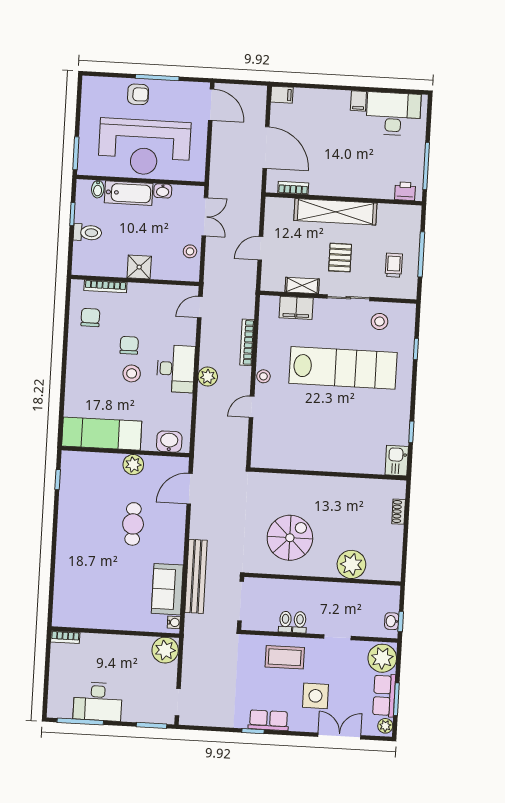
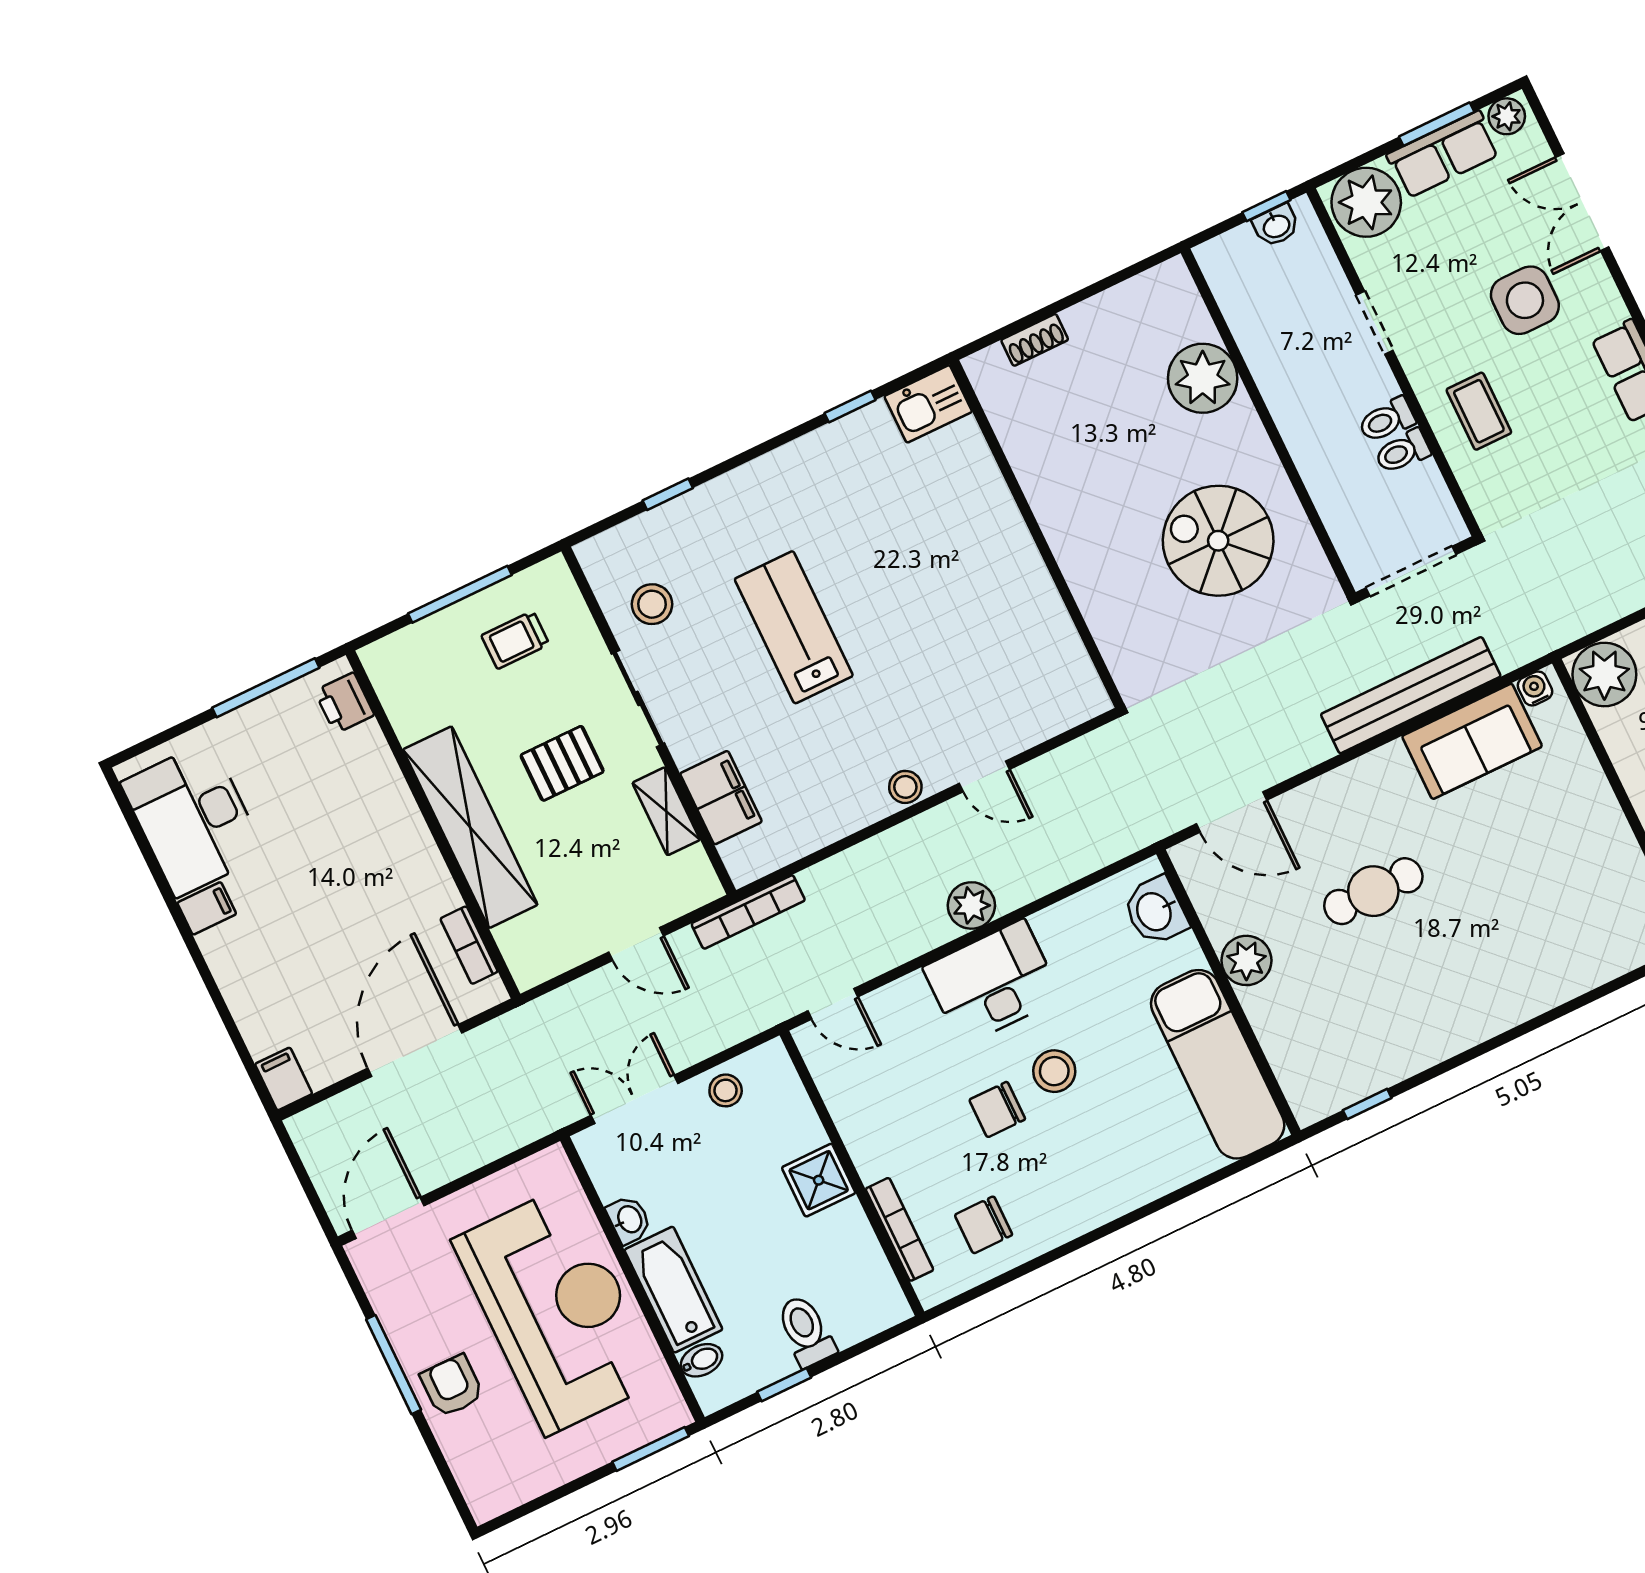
bookcase: (247, 342) -> (748, 912), moved
lab bench: (343, 368) -> (794, 627), width x0.54, depth x0.72
coffee table: (285, 657) -> (1479, 411), width x0.73, depth x0.77

